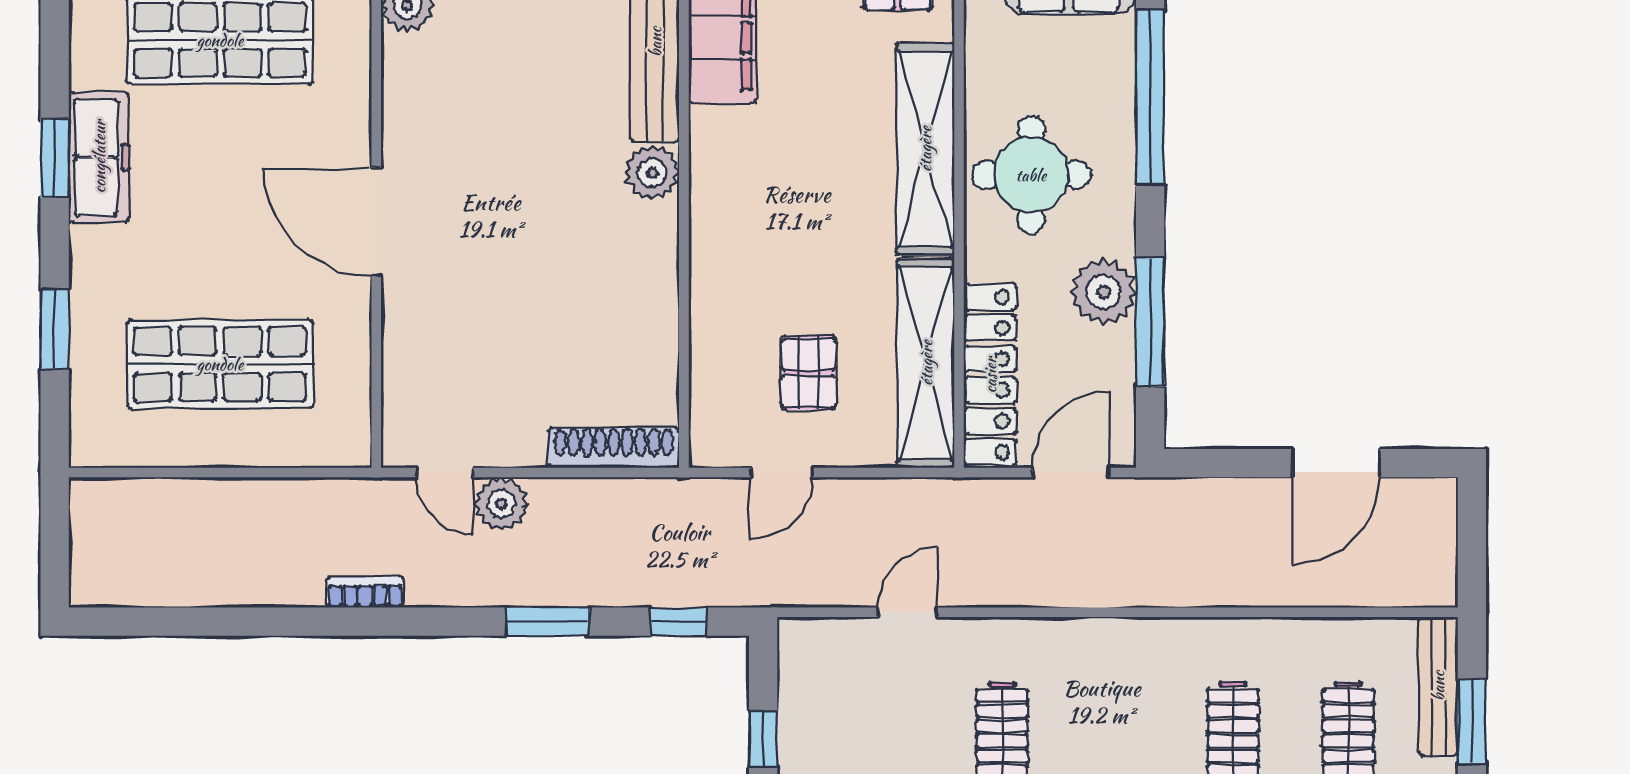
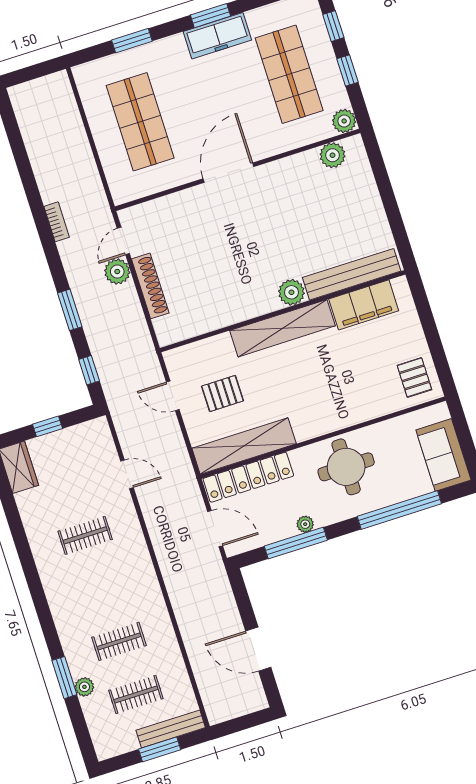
shelving: (925, 149) -> (283, 328), moved
plant: (1103, 292) -> (305, 524), width x0.53, depth x0.53
shoe rack: (614, 448) -> (150, 286), moved

